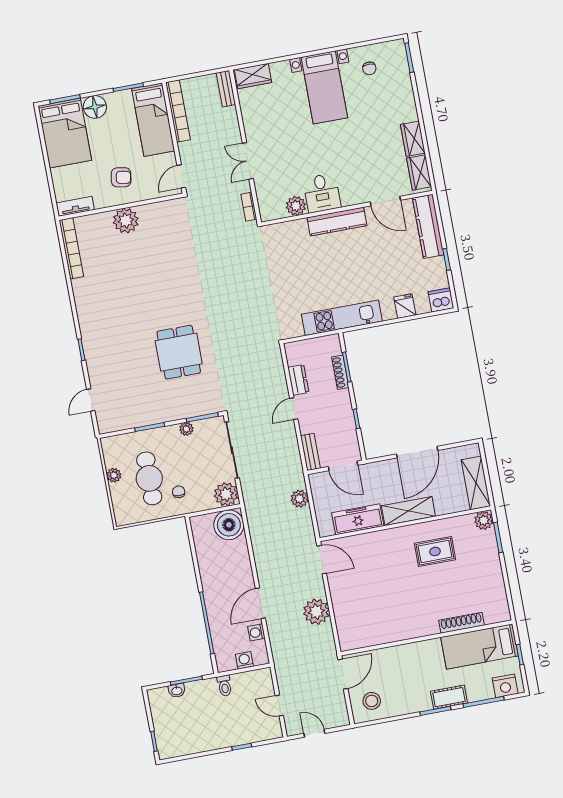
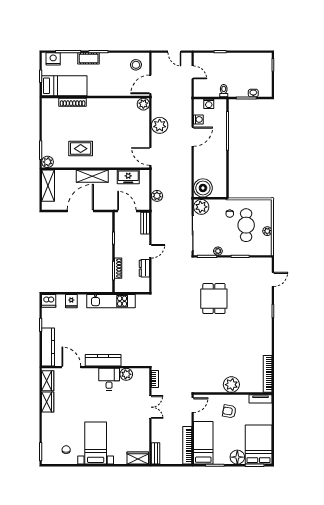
freezer: (358, 519) -> (128, 177), width x0.71
plant: (348, 641) -> (143, 104), added

